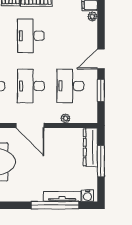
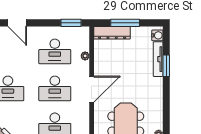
door: (101, 59) -> (17, 23), moved
window: (101, 90) -> (71, 23), moved
window: (55, 205) -> (166, 66), width x0.47

